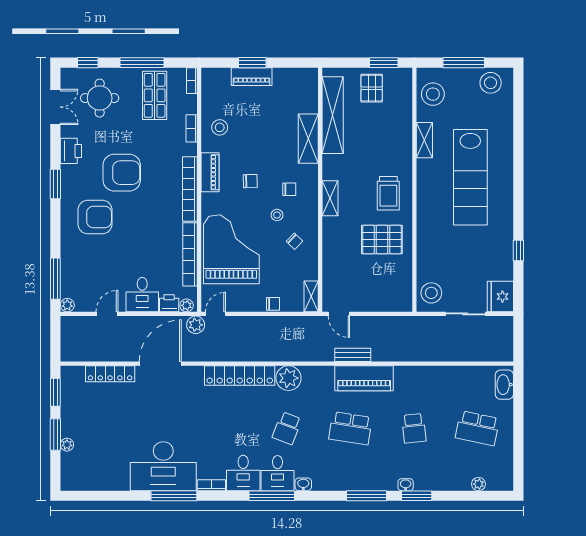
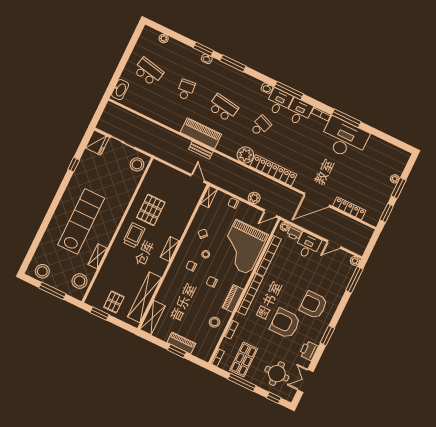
shelving: (308, 139) -> (152, 318), moved
pallet: (382, 240) -> (151, 210), turned 90
plant: (196, 325) -> (254, 198), moved

